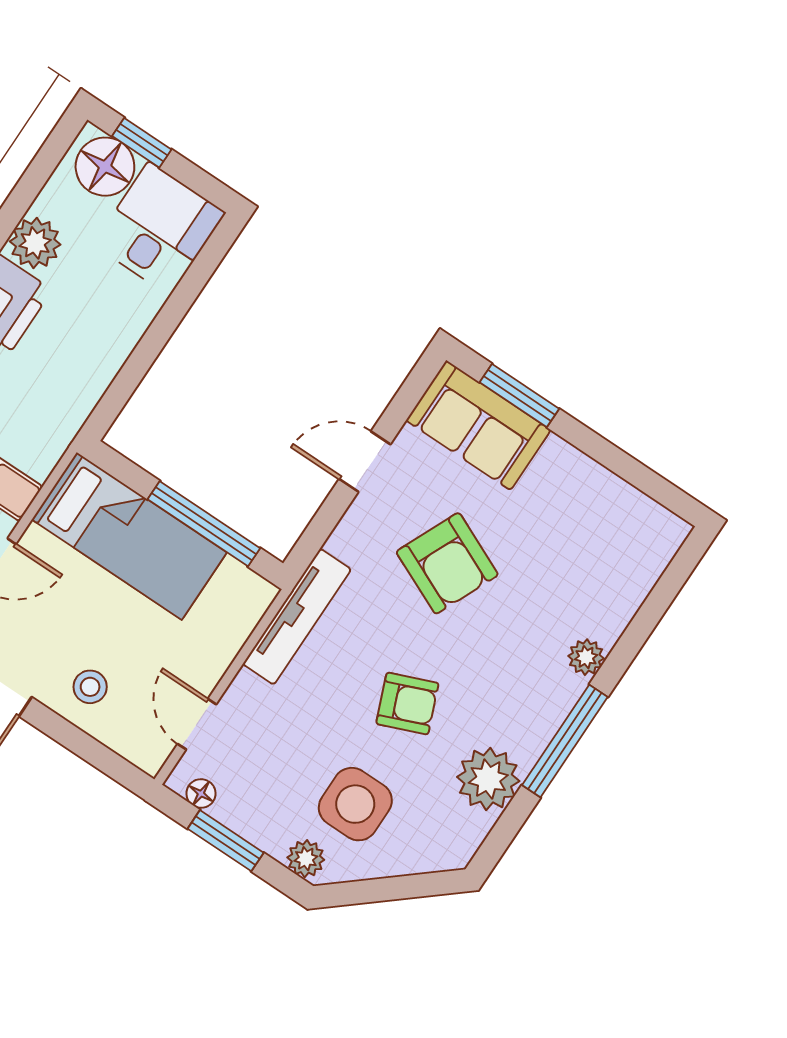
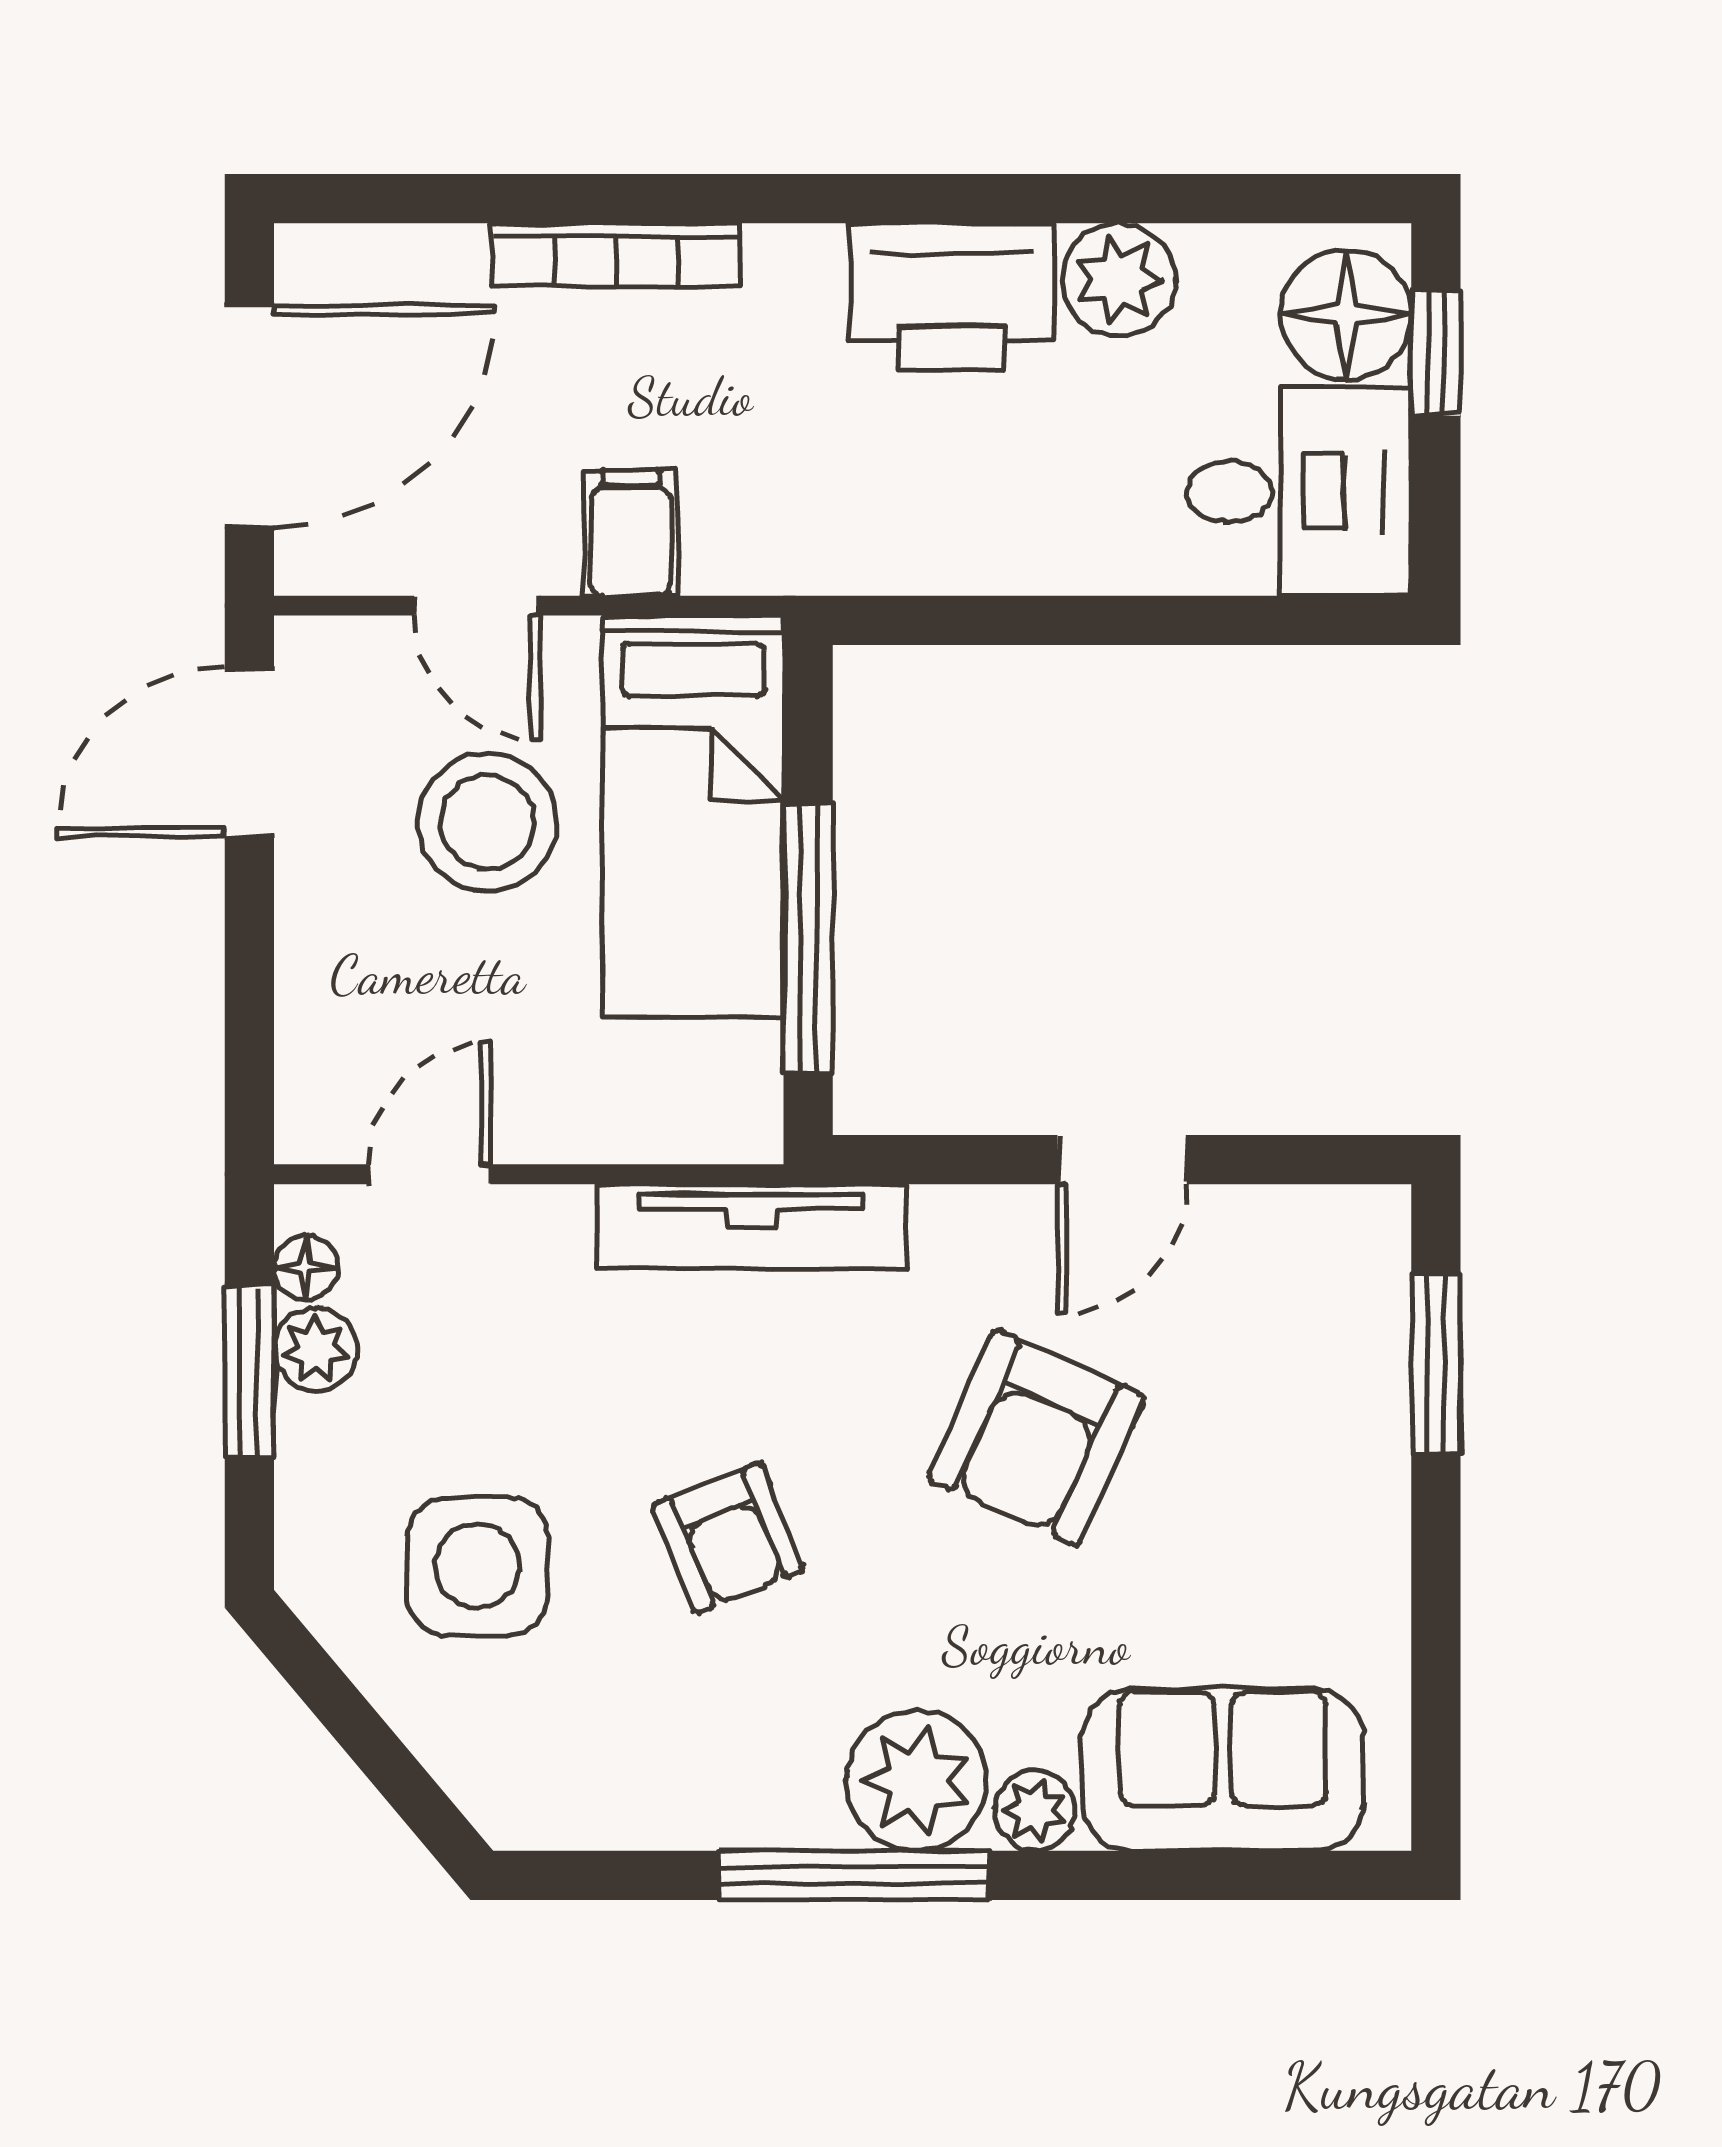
sofa: (478, 425) -> (1223, 1770), moved, turned 90
door: (365, 462) -> (1122, 1160), swing flipped
stool: (90, 687) -> (487, 822), moved, width x1.89, depth x1.89
plant: (488, 779) -> (916, 1781), moved
plant: (306, 859) -> (315, 1349), moved

